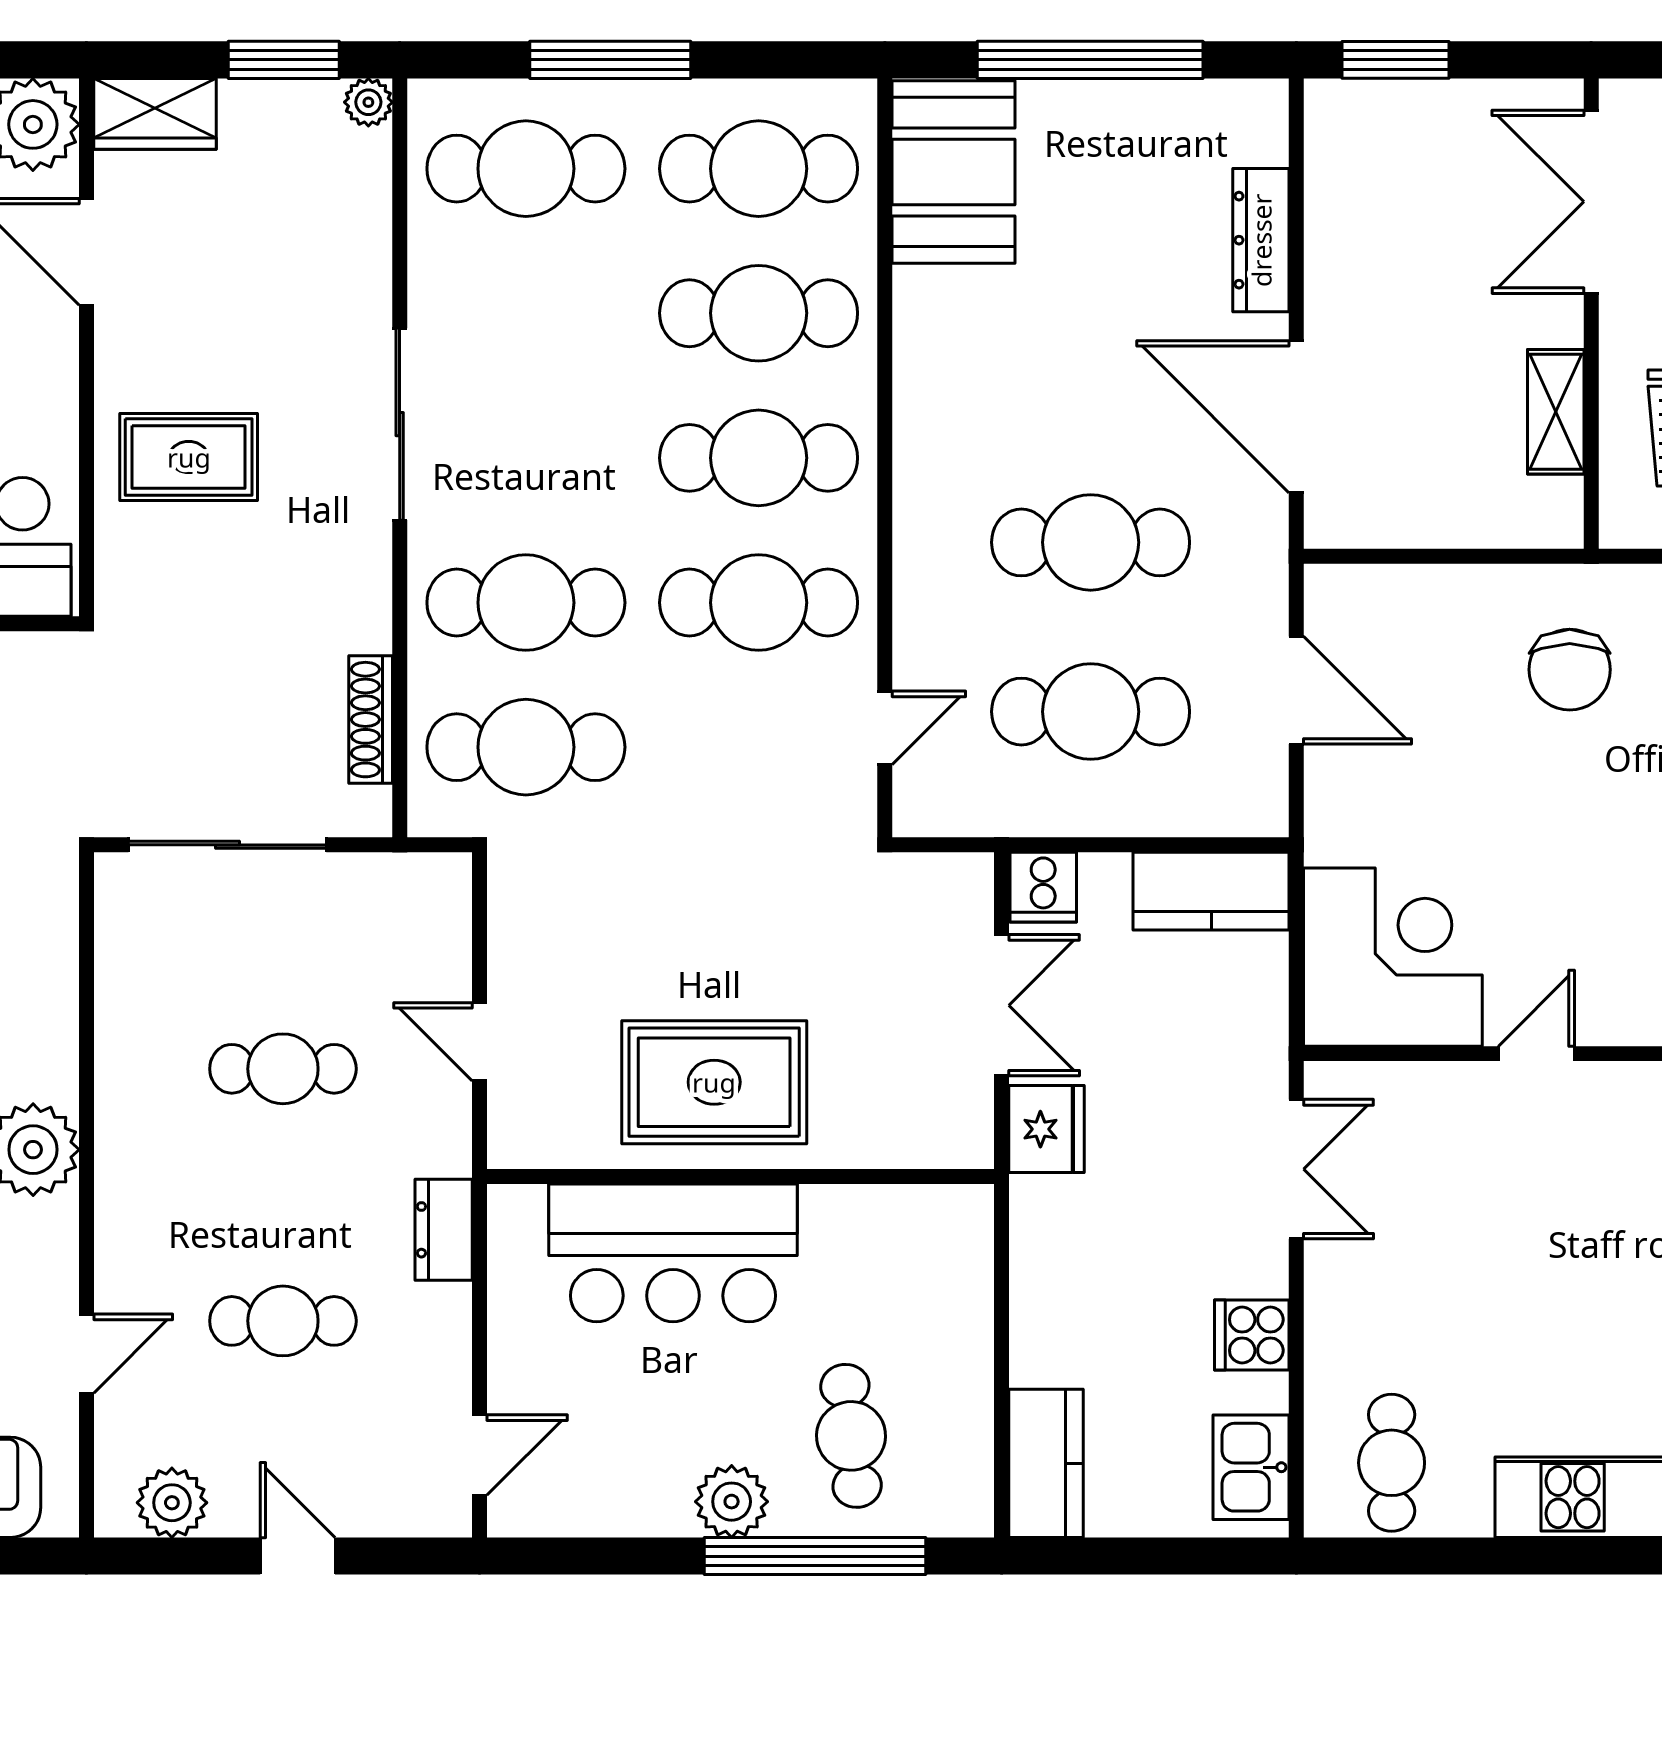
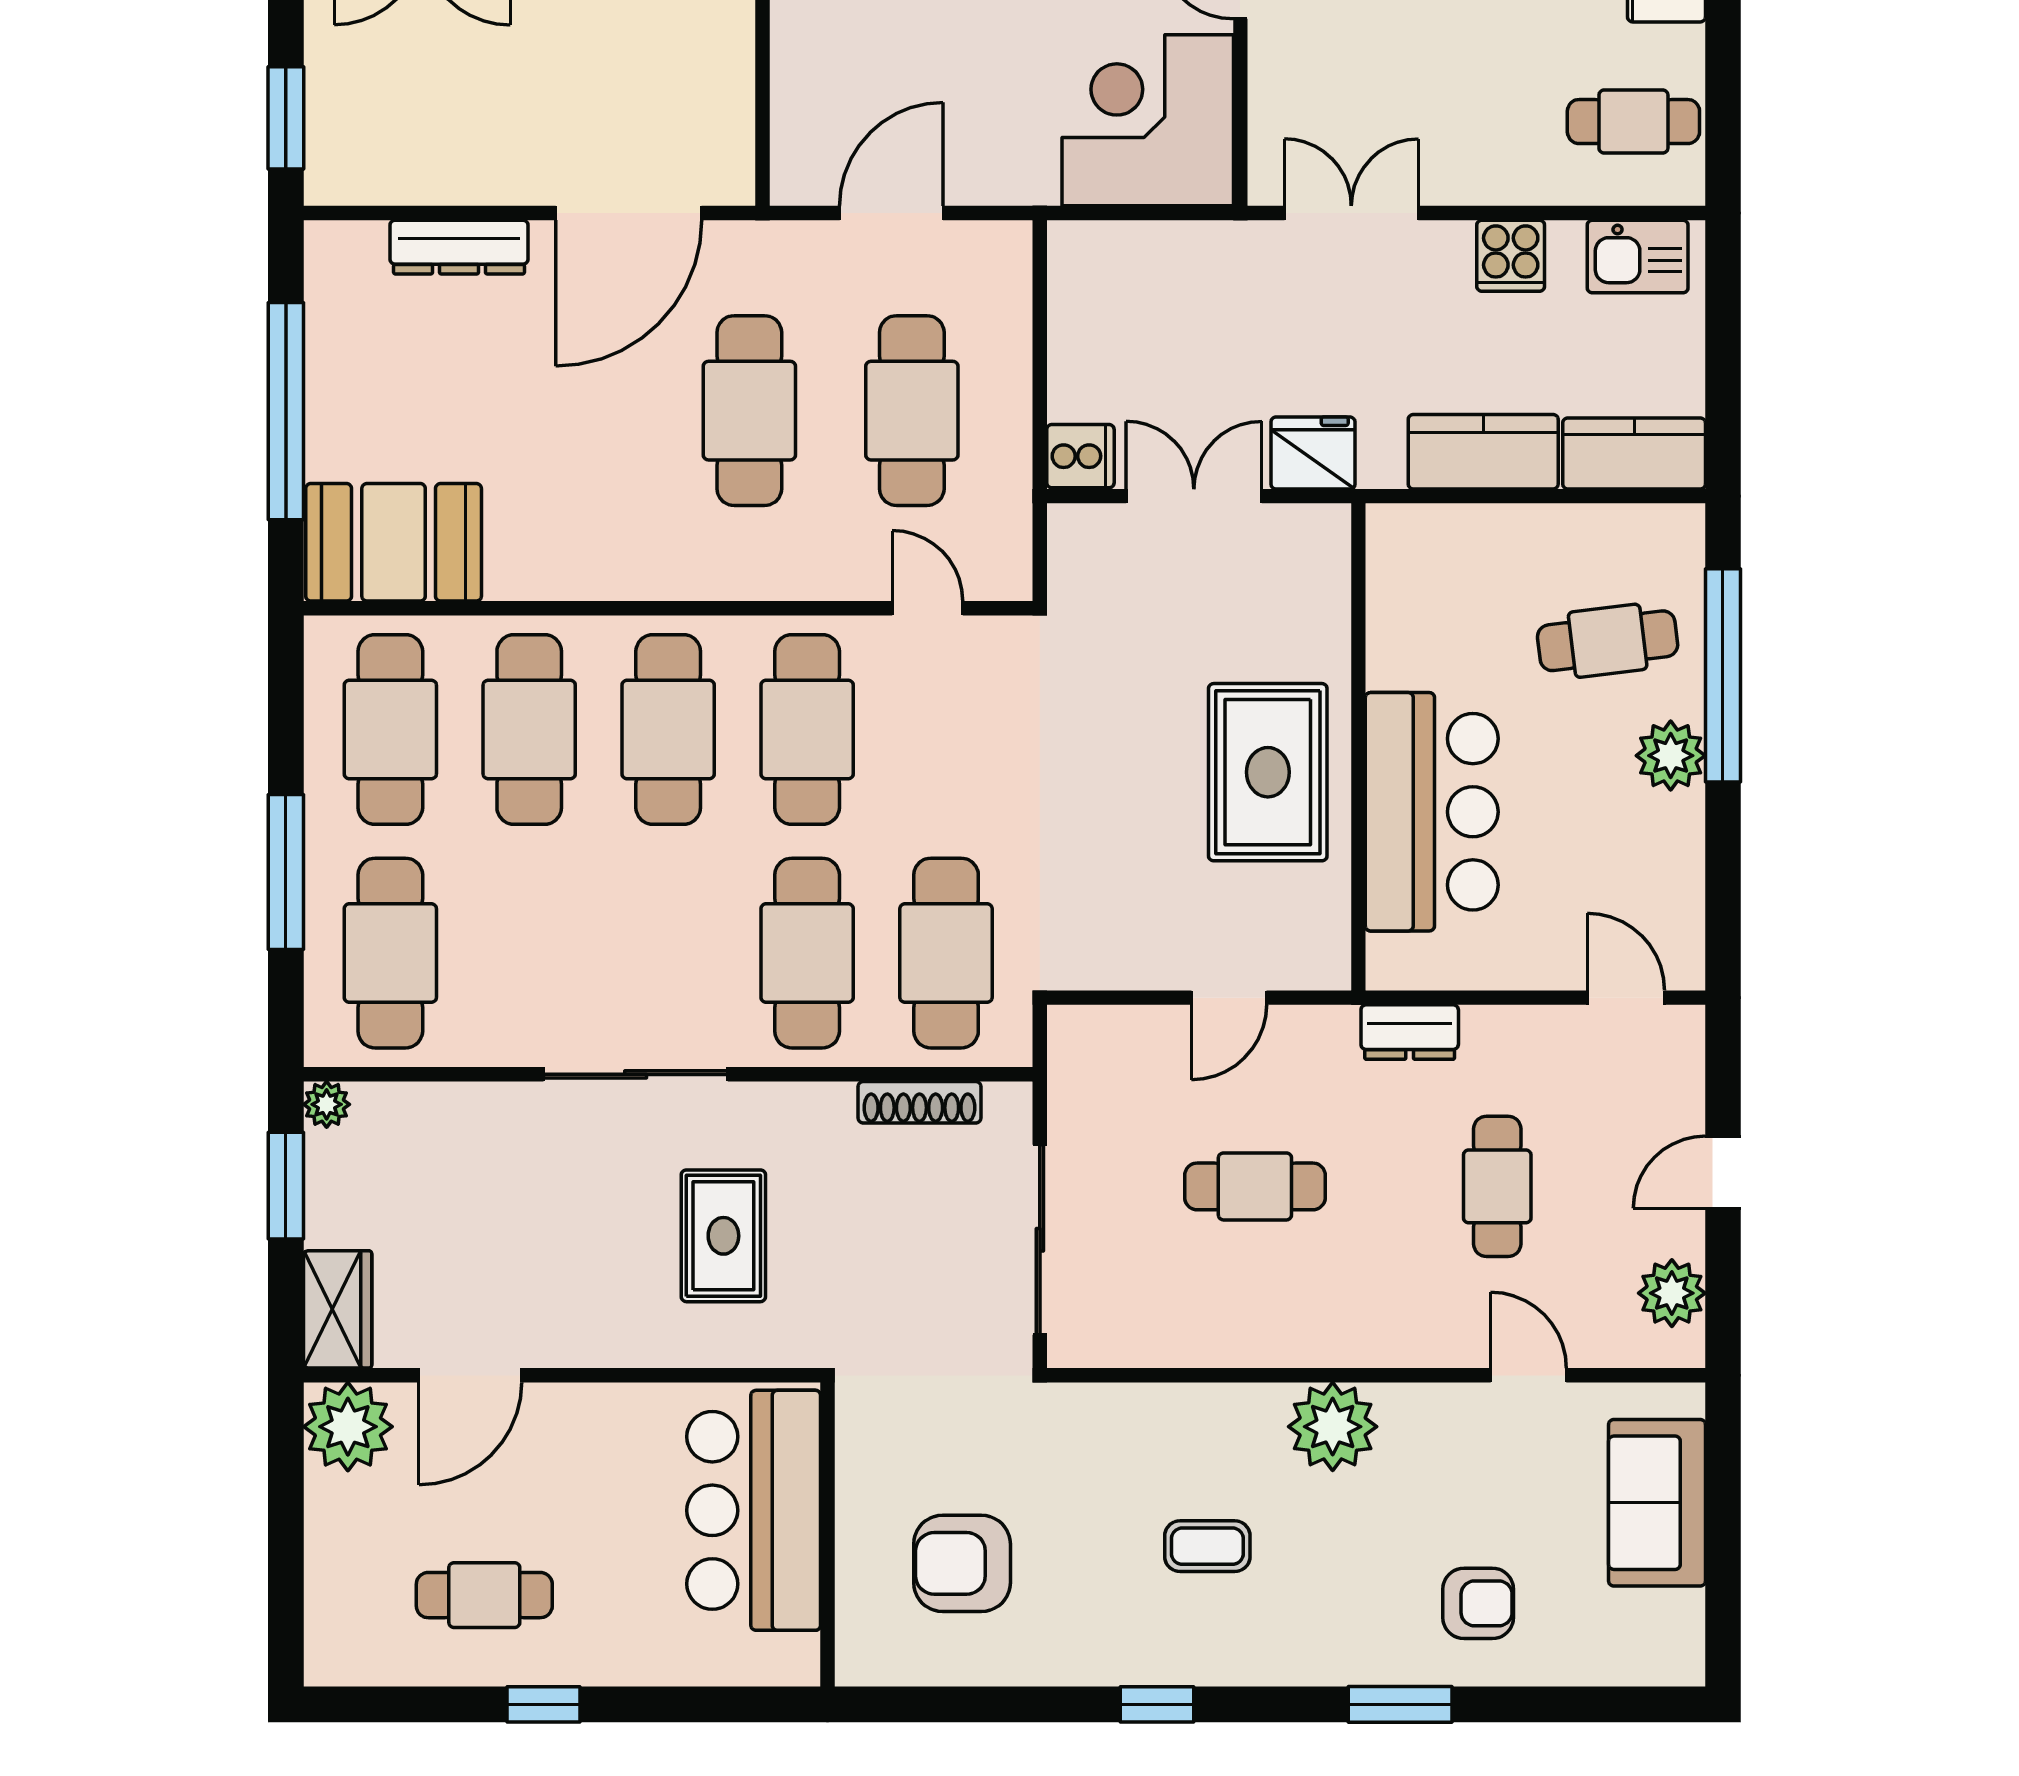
rug: (189, 457) -> (723, 1236), moved
kitchen counter: (1211, 891) -> (1483, 452), moved, turned -90
cafe table: (283, 1069) -> (1255, 1186), turned 90

